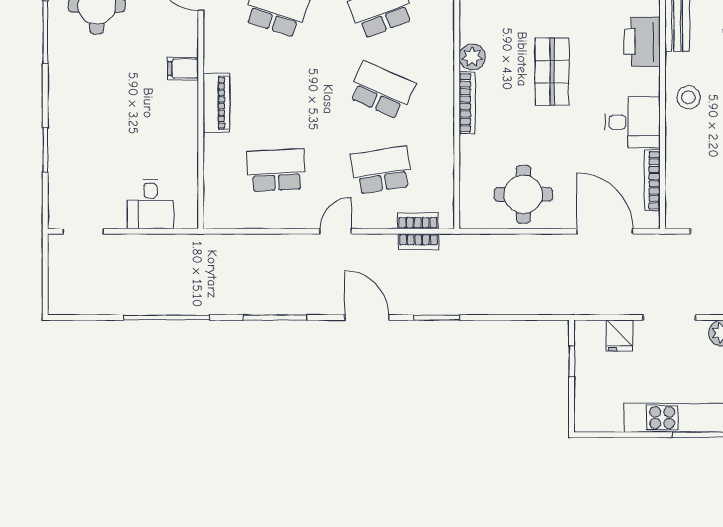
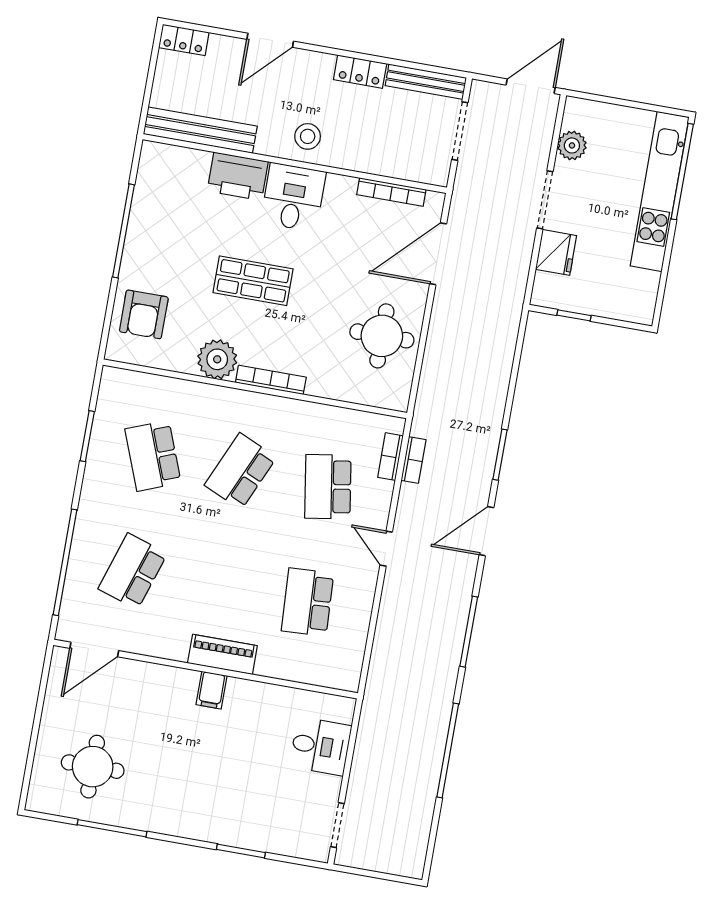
plant: (472, 57) -> (217, 359), width x1.36, depth x1.36
filing cabinet: (183, 68) -> (212, 690), moved
desk: (632, 122) -> (293, 197), moved
fridge: (619, 336) -> (556, 252), width x1.38

